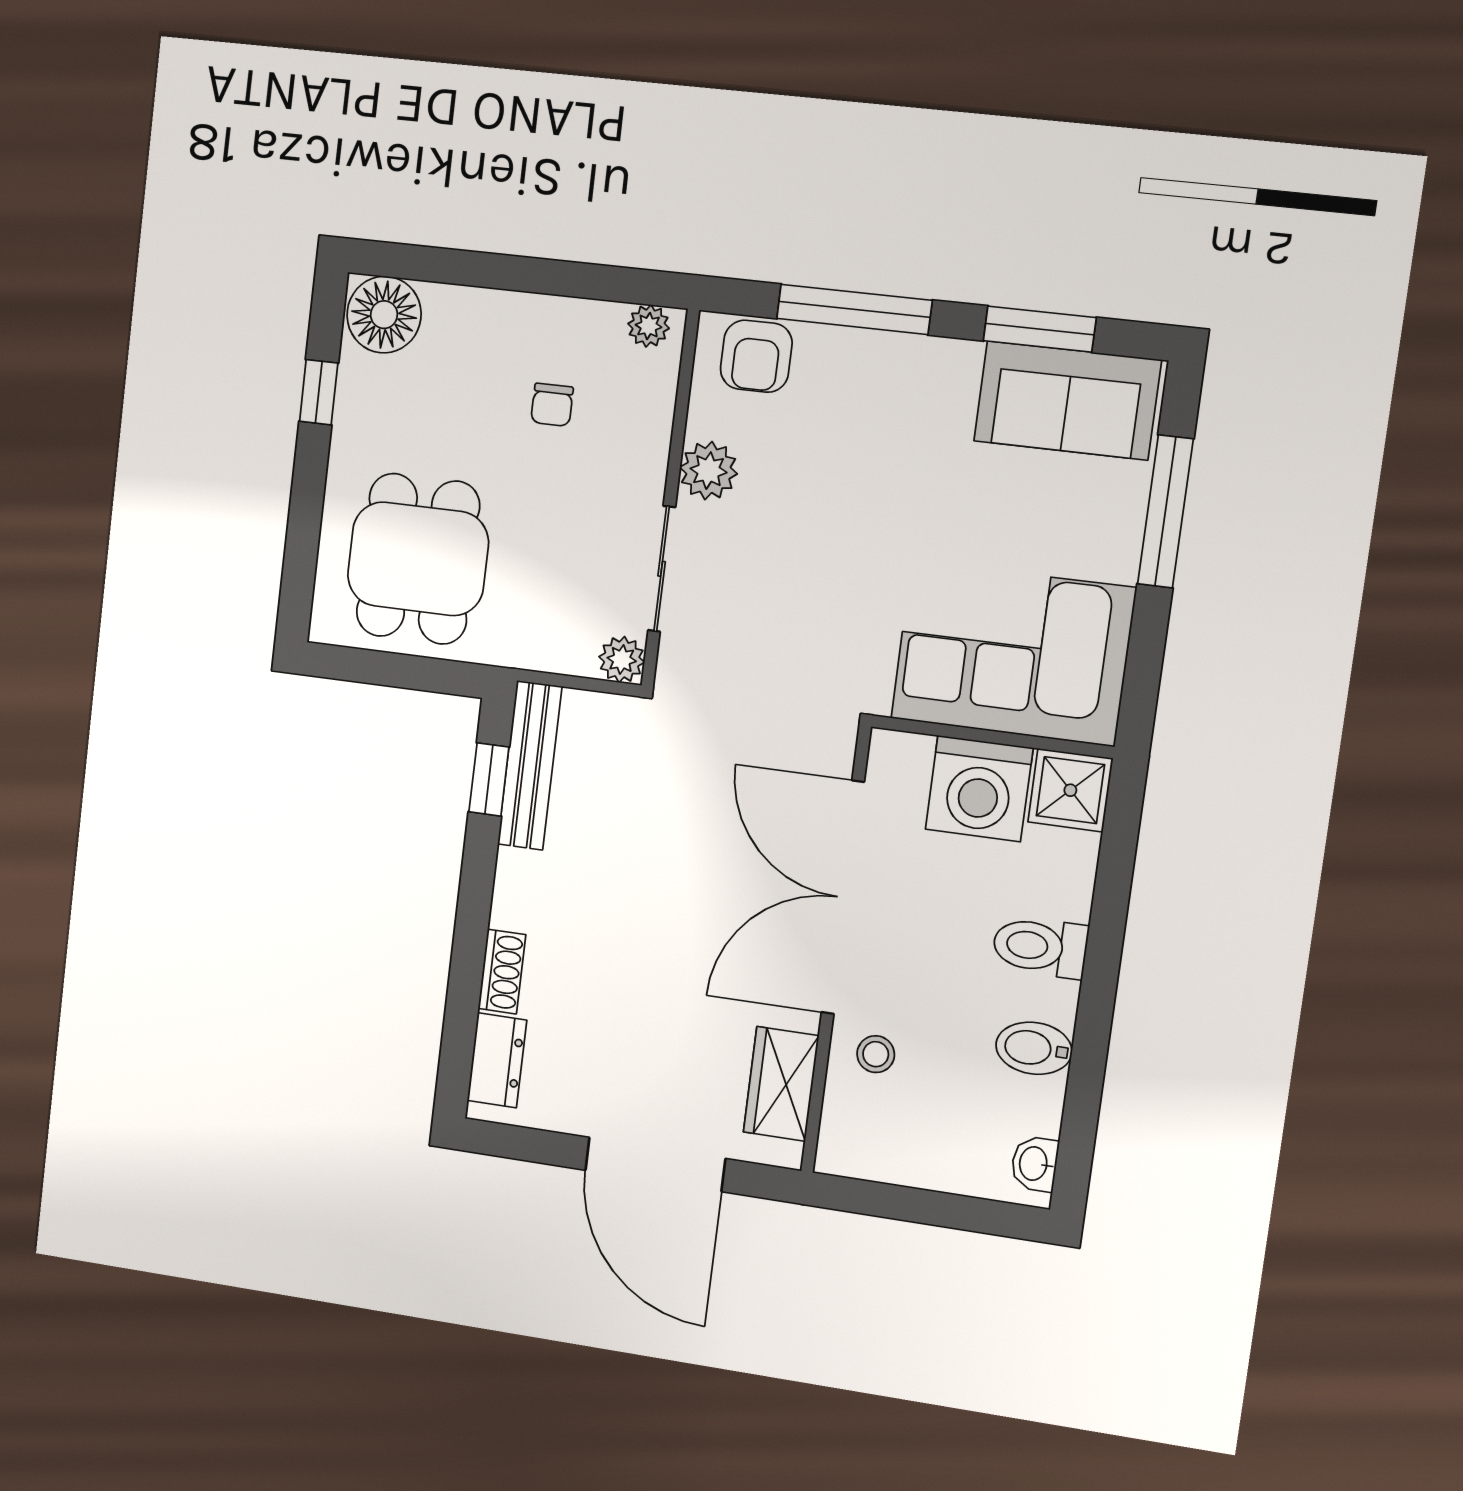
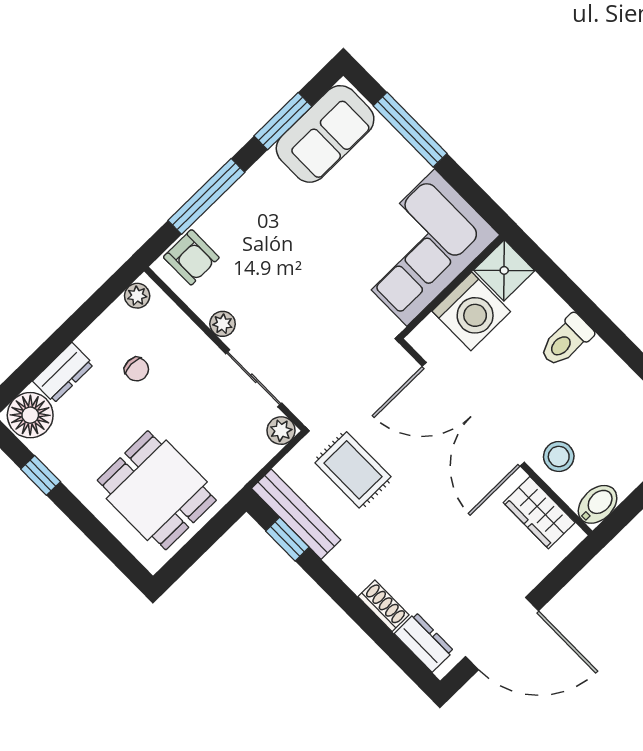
dresser: (472, 312) -> (63, 373), added
plant: (708, 471) -> (223, 324), width x0.73, depth x0.73
rug: (645, 795) -> (353, 470), added
bidet: (1034, 1048) -> (598, 504), moved, turned 180
stool: (876, 1054) -> (559, 457), width x1.37, depth x1.37
door: (655, 1164) -> (502, 634), moved

